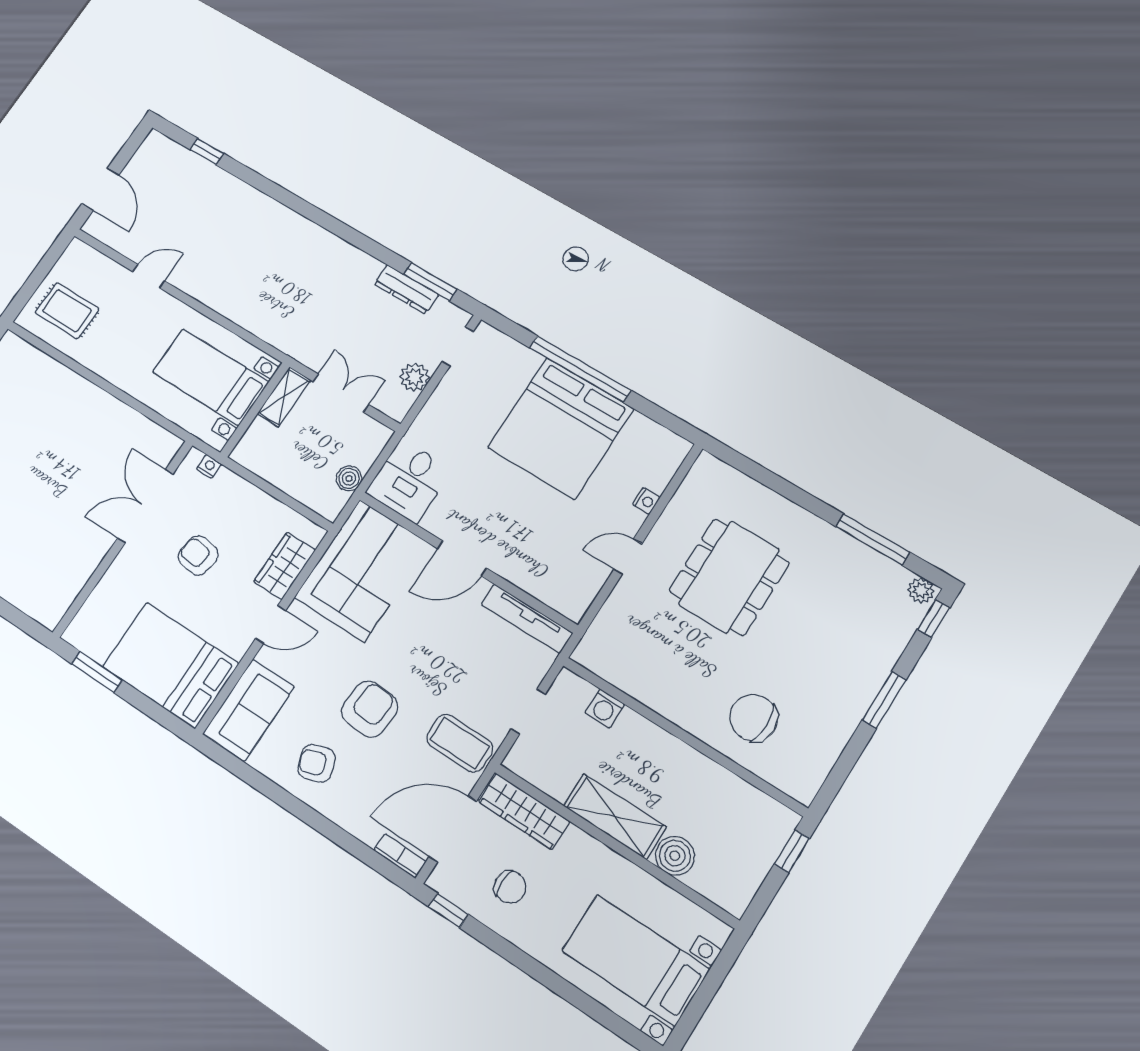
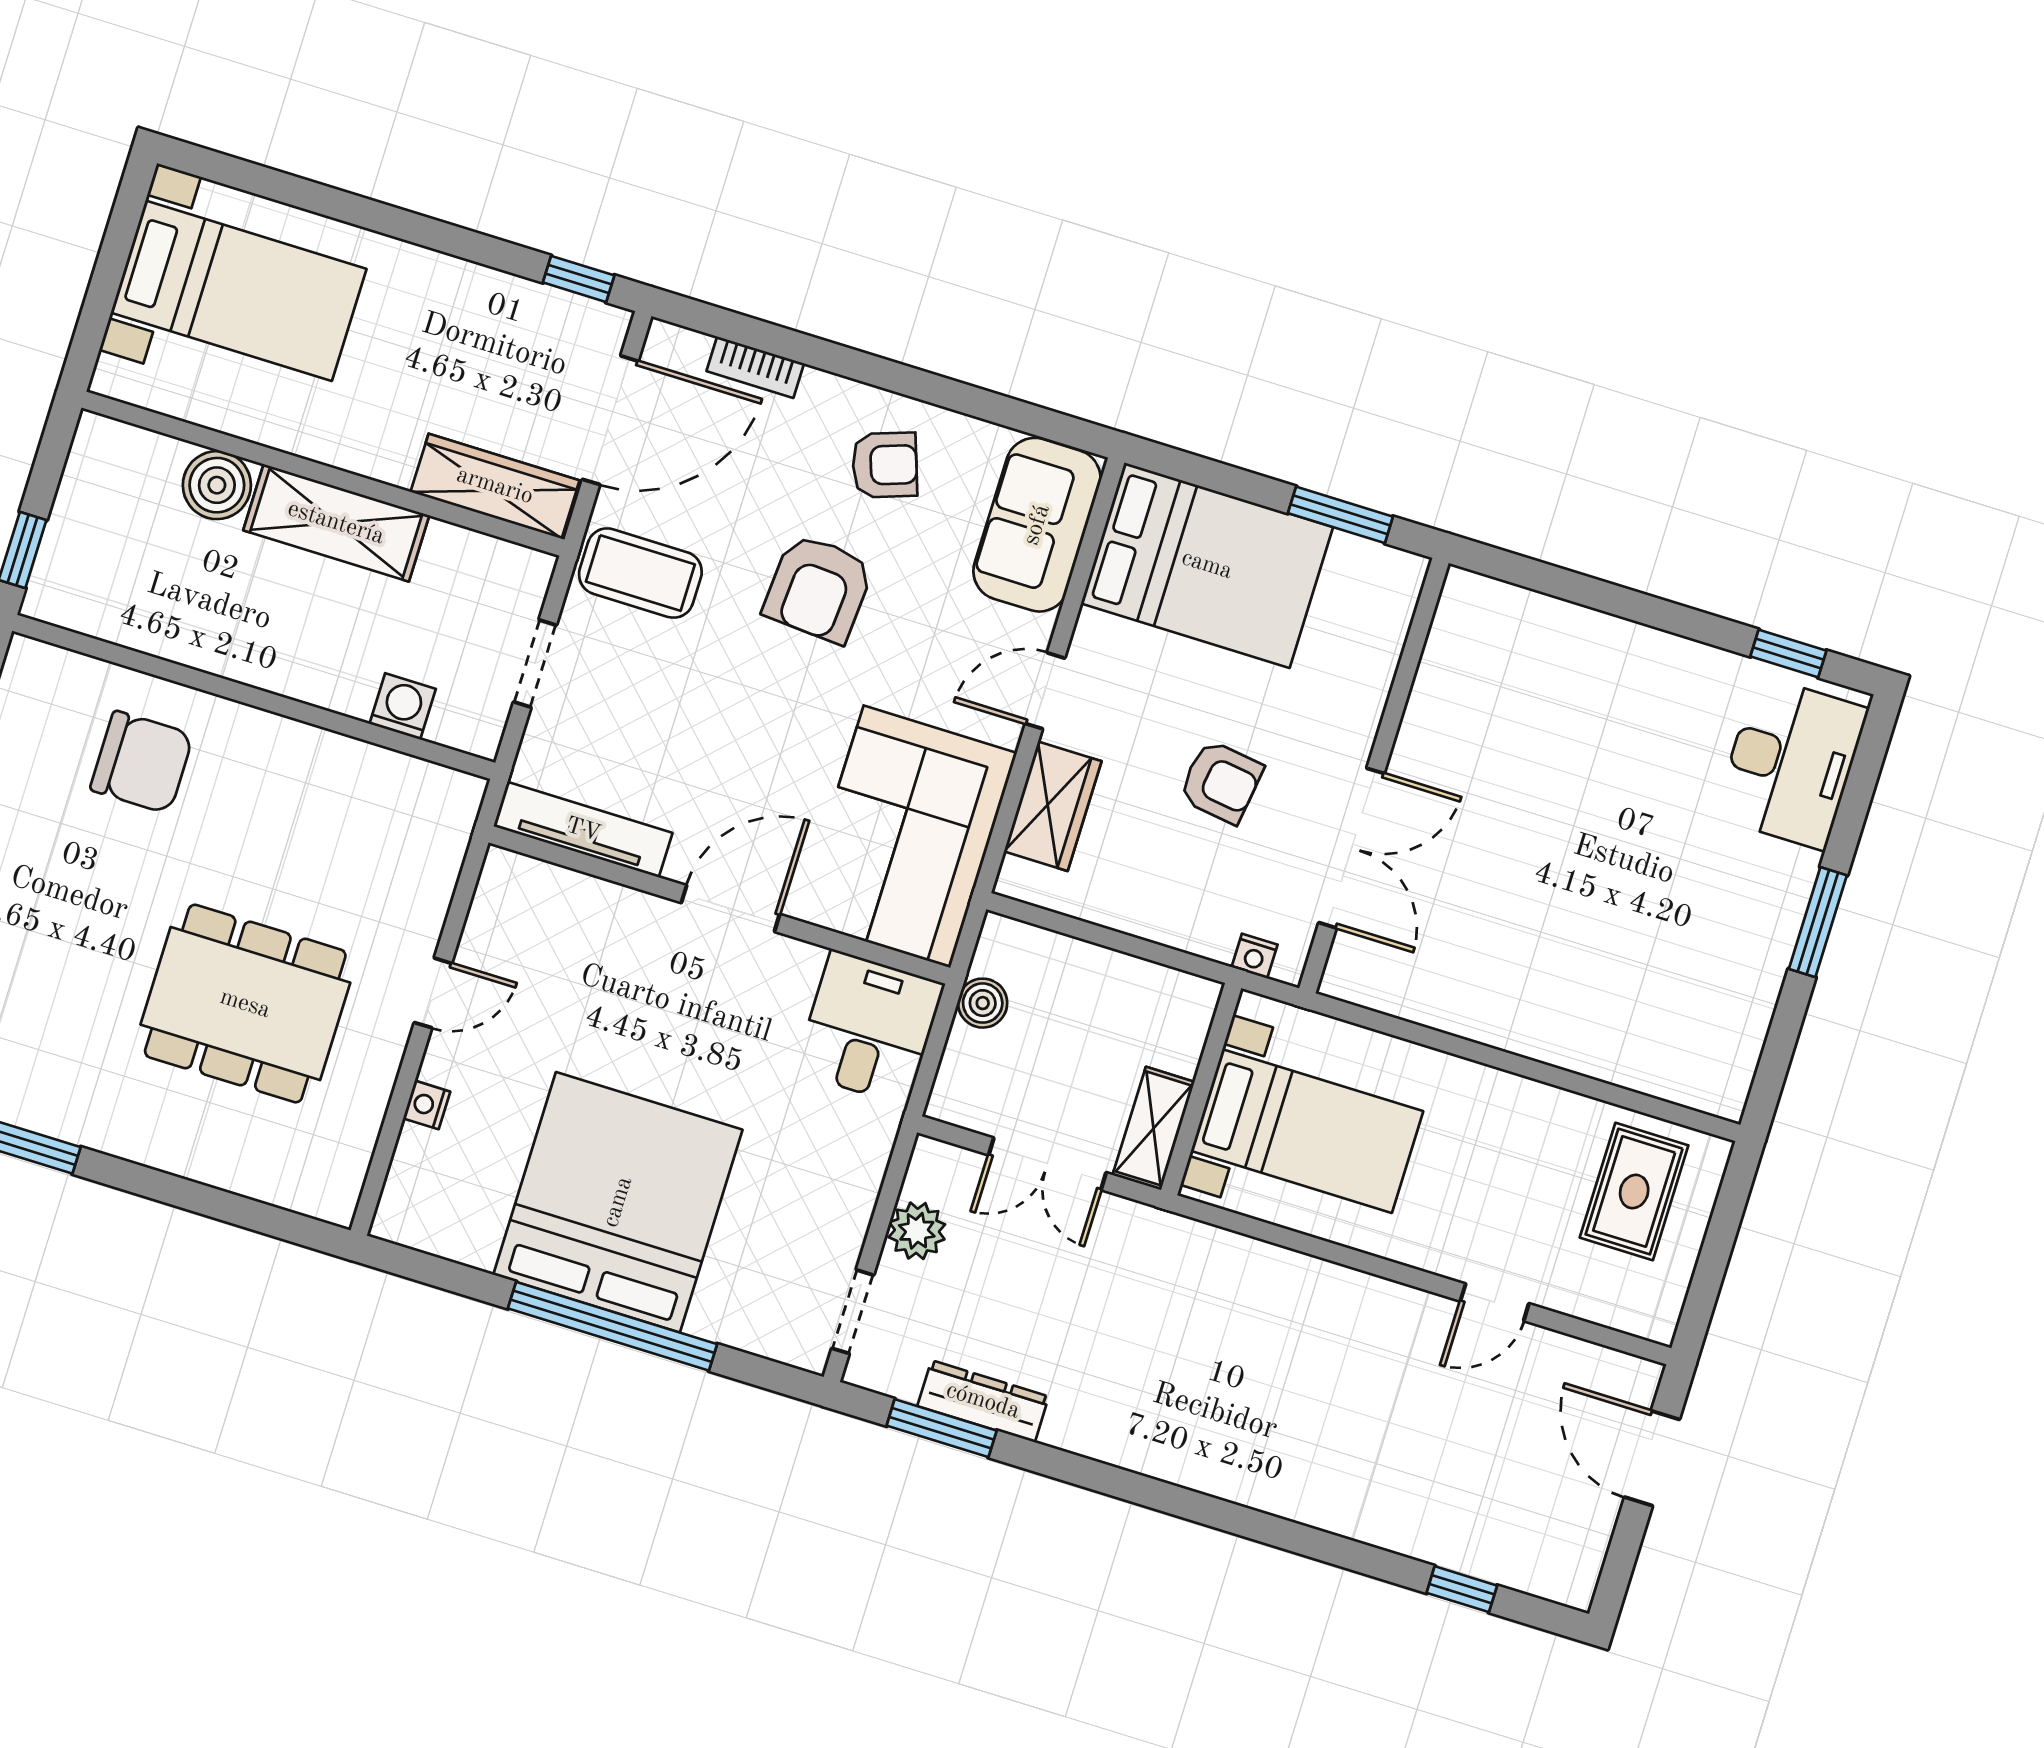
rug: (67, 311) -> (1634, 1192), turned 90
dining table: (729, 577) -> (245, 1004), turned 90
bookcase: (400, 856) -> (755, 367), moved
chair: (510, 887) -> (484, 350), removed

